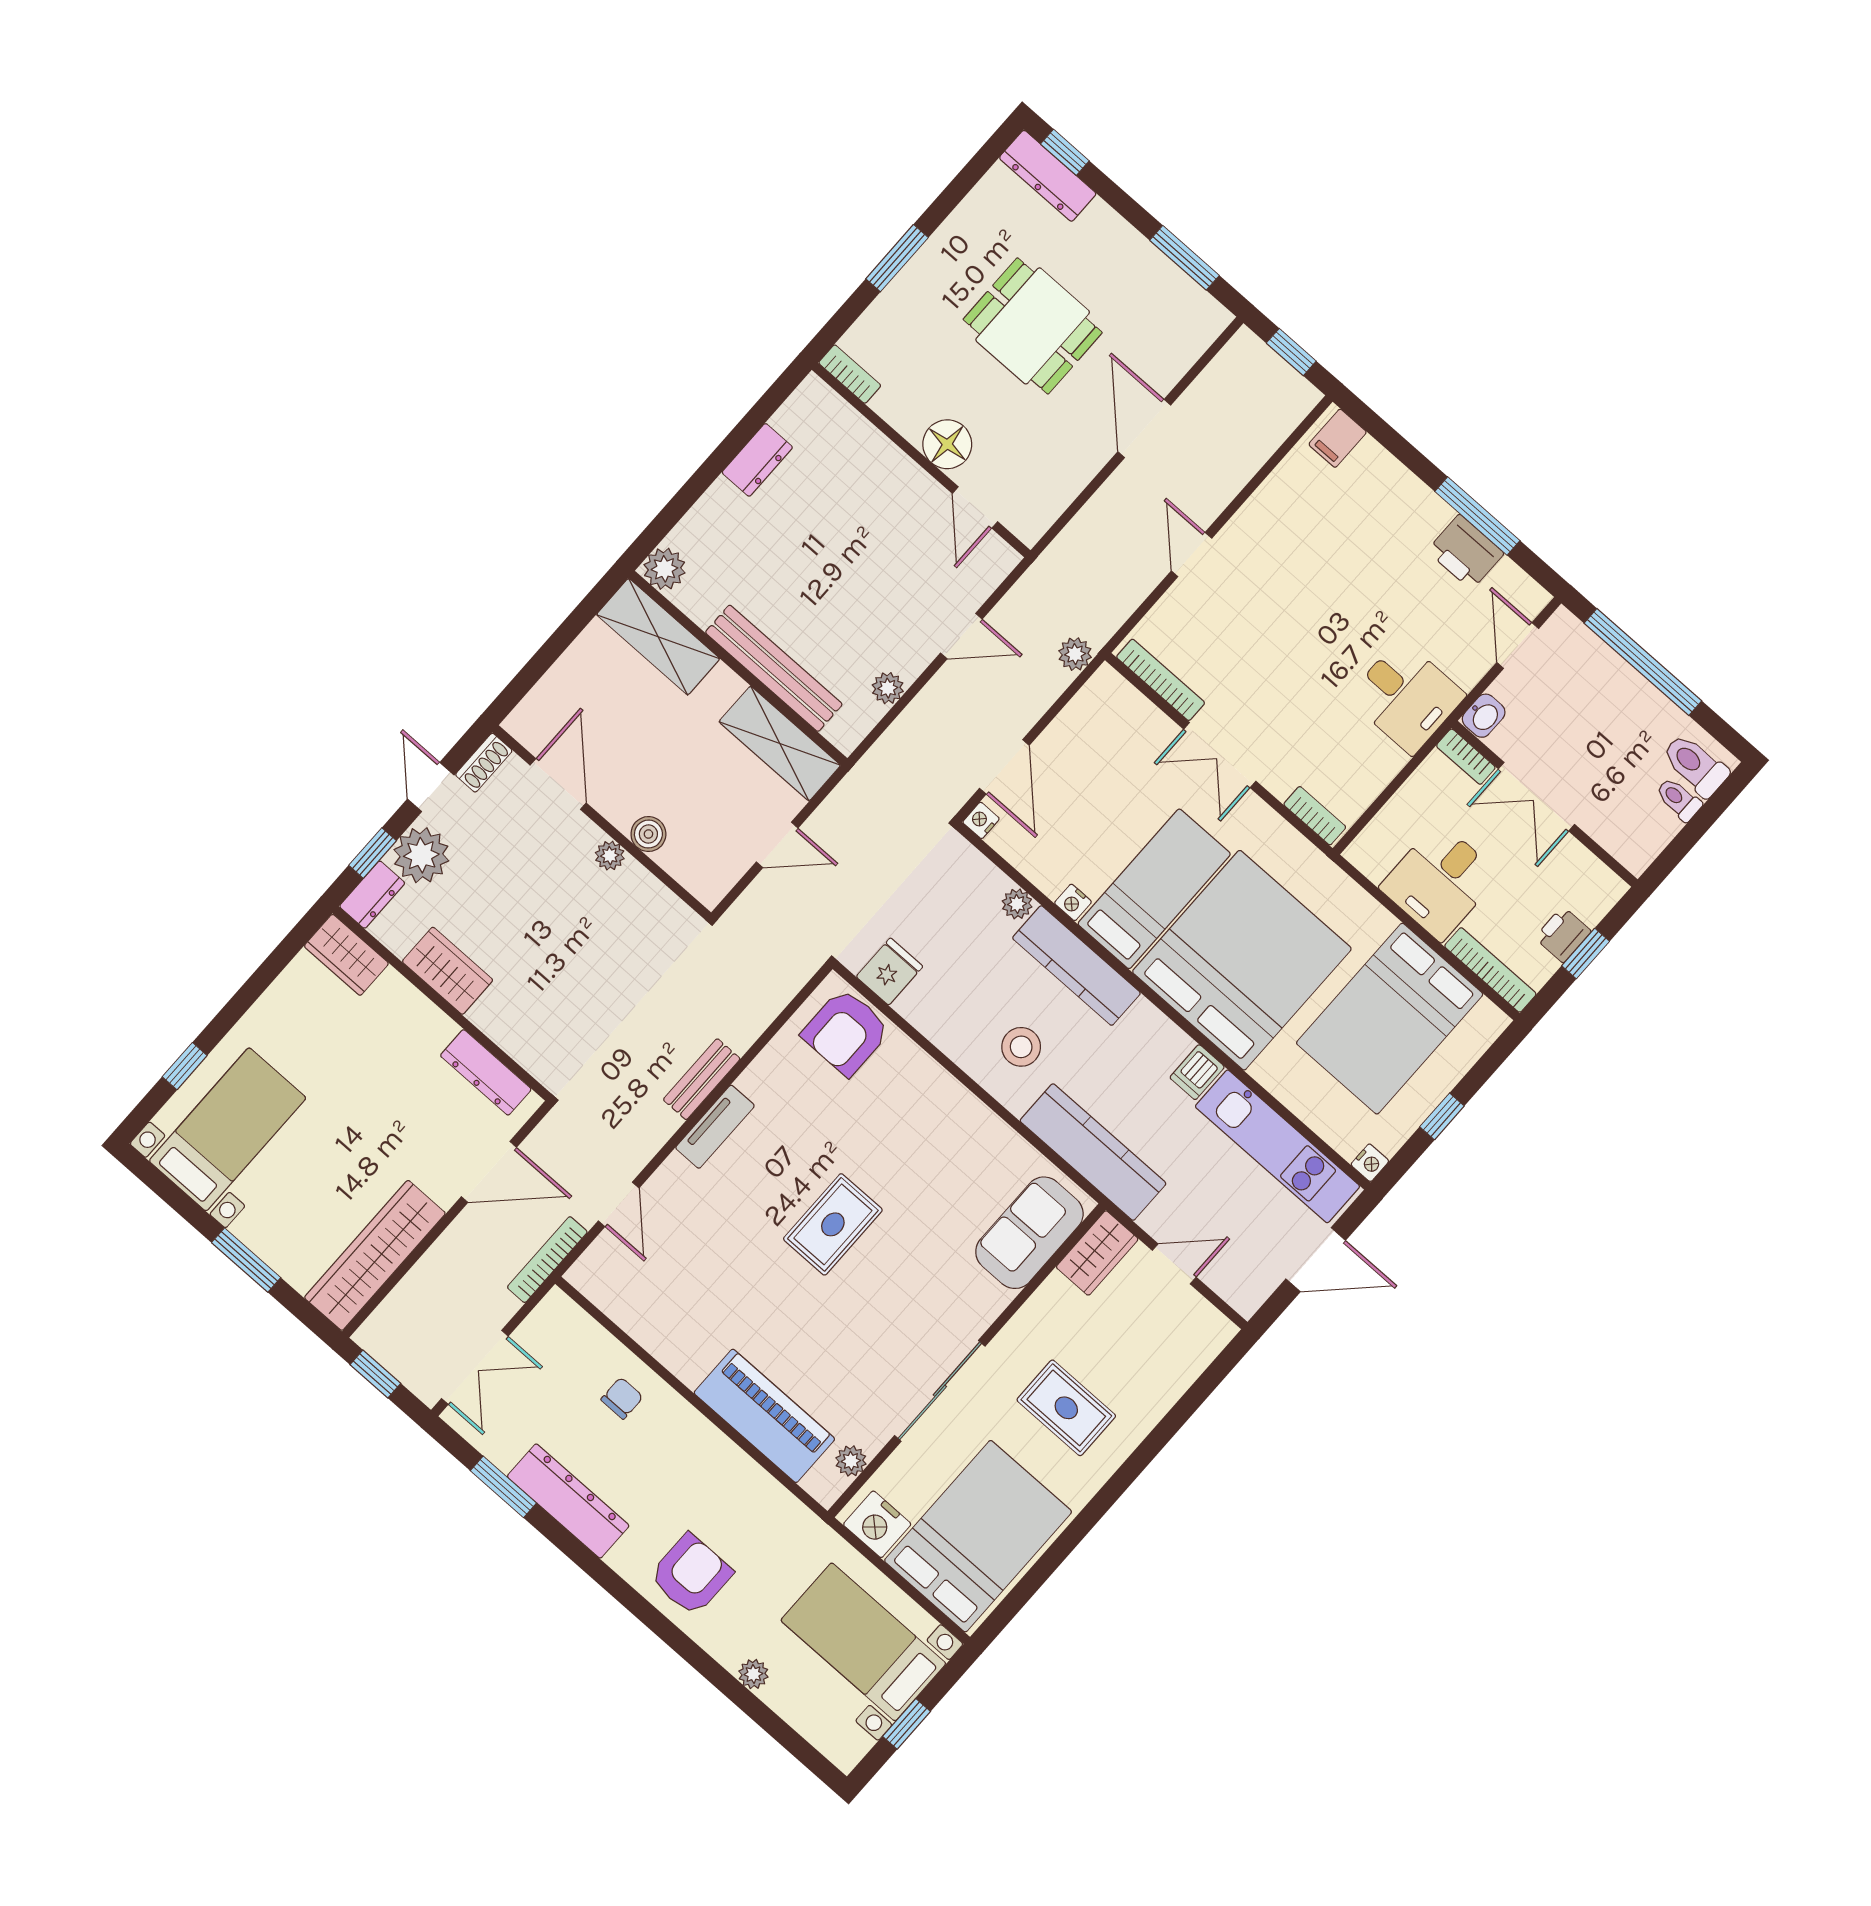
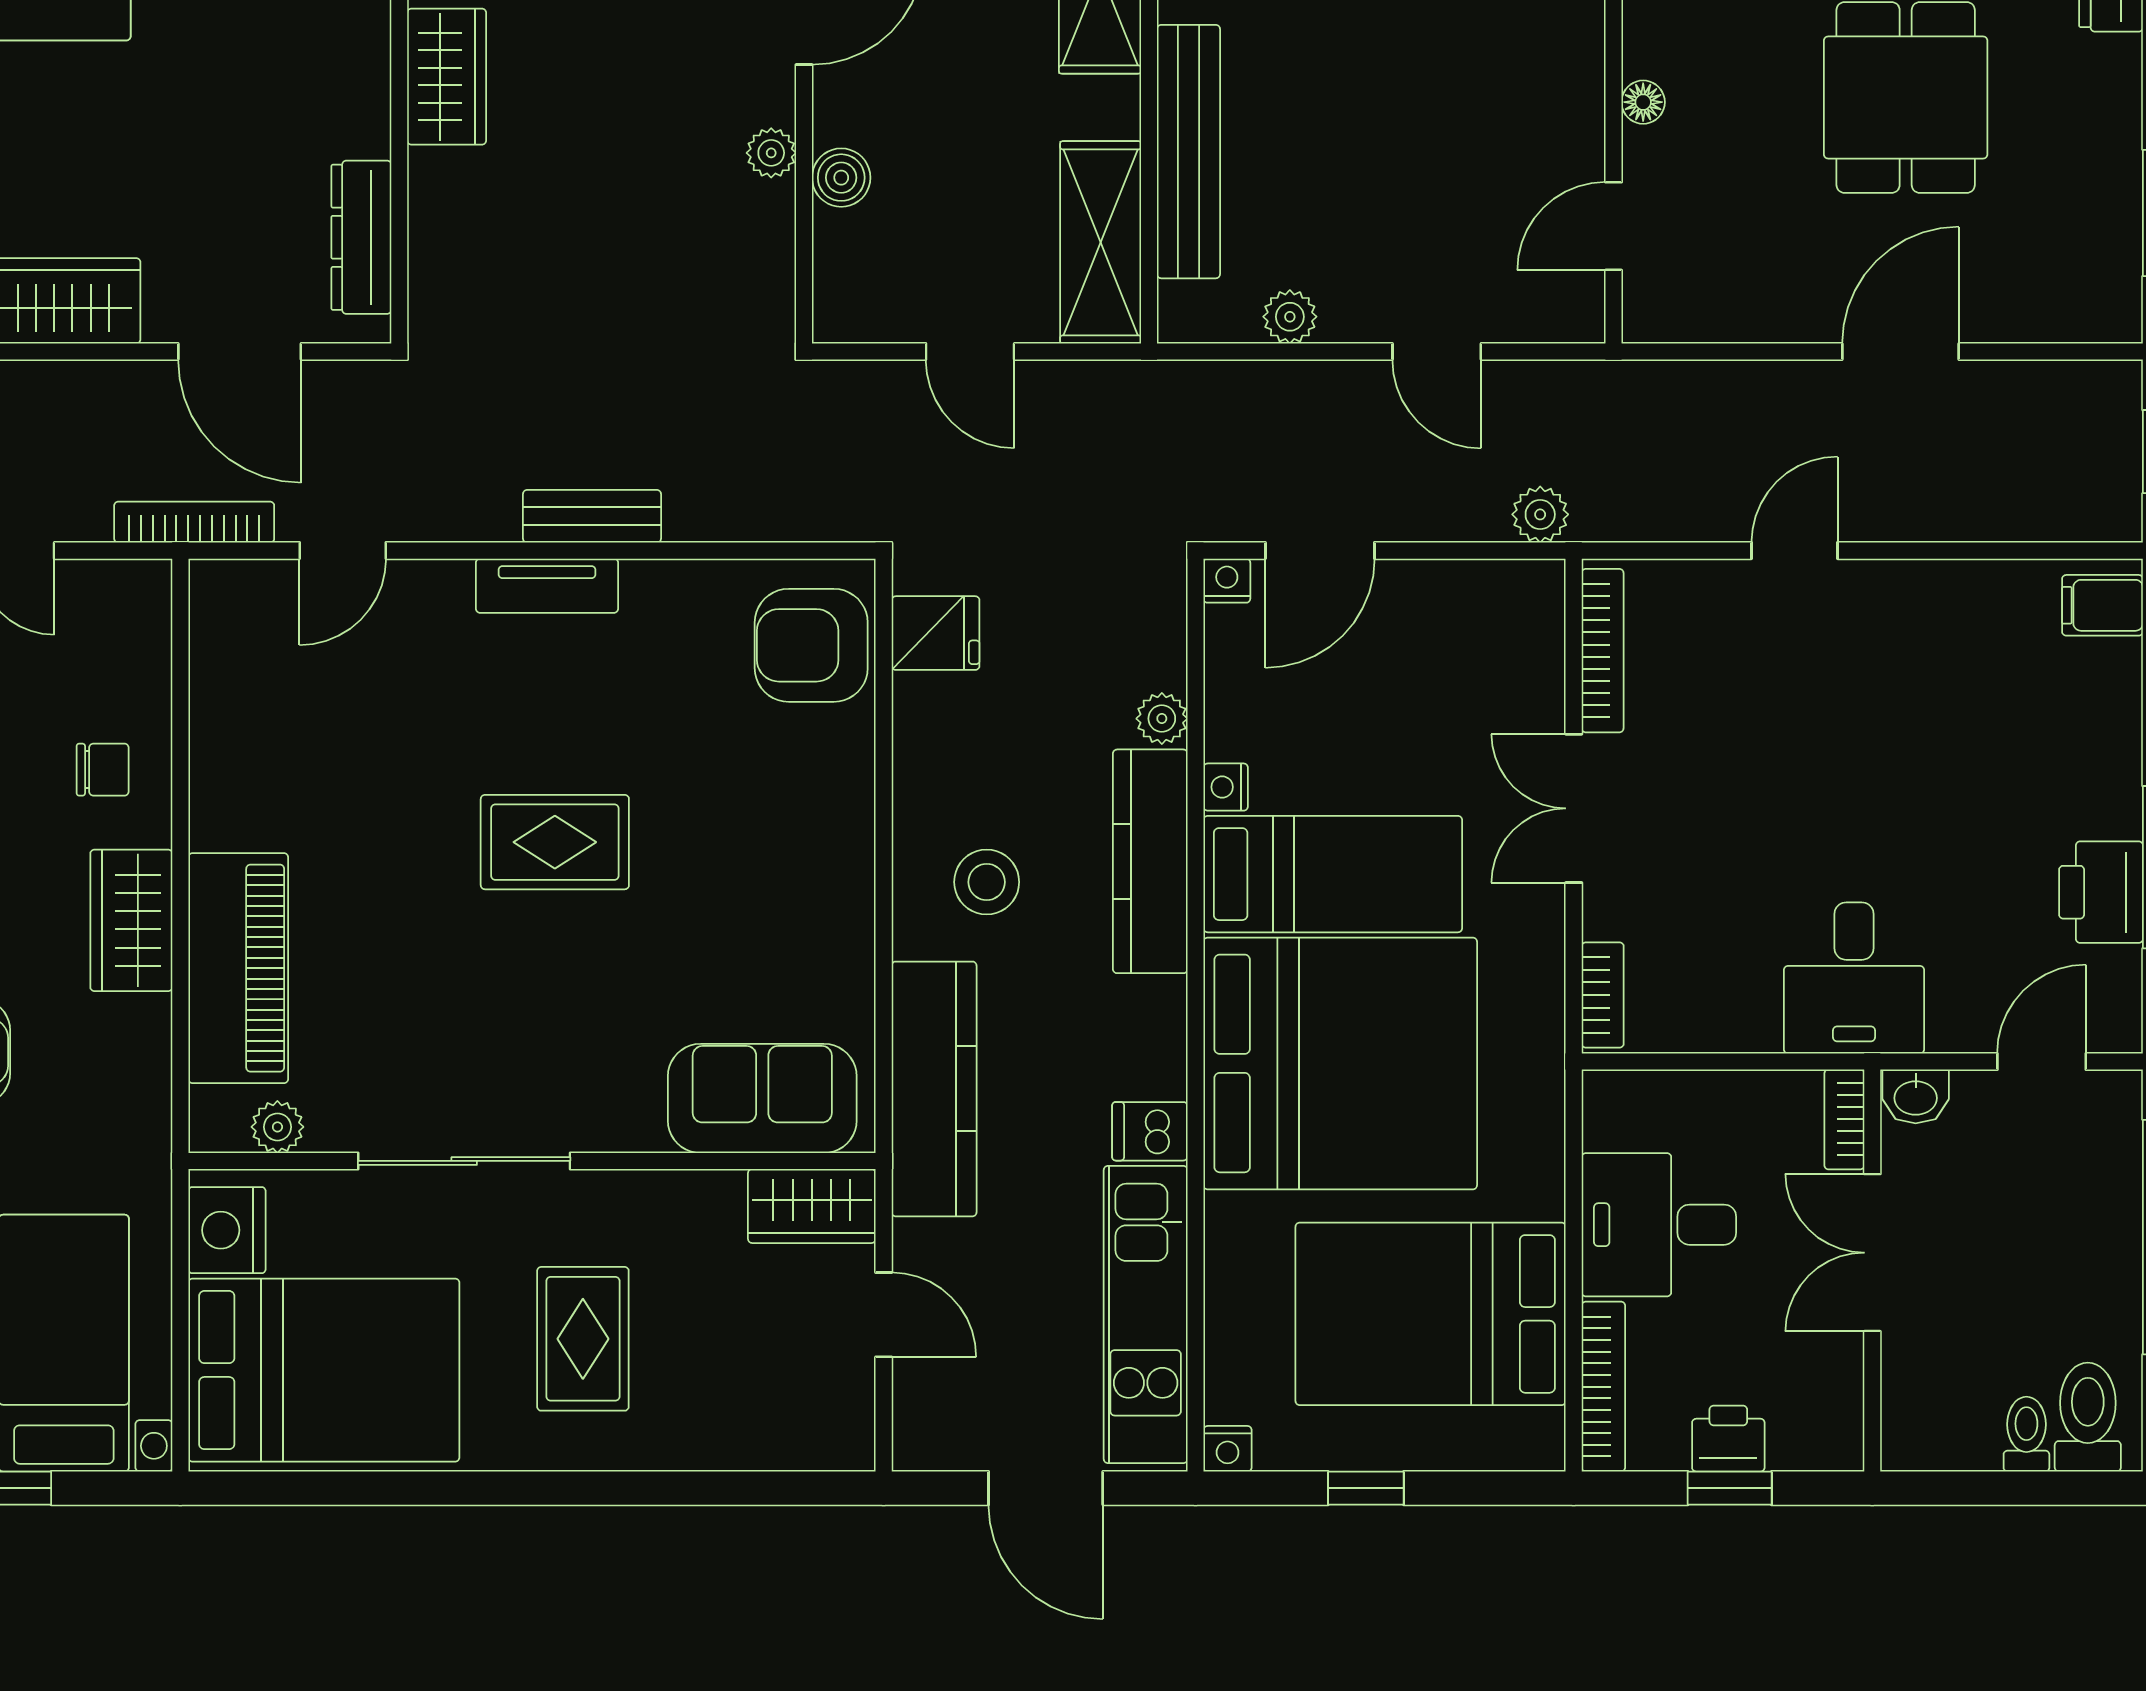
floor lamp: (947, 444) -> (1643, 102), width x0.53, depth x0.53
wardrobe: (701, 1445) -> (131, 920), added

